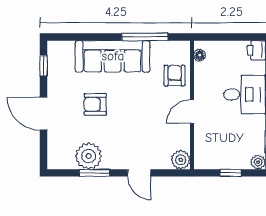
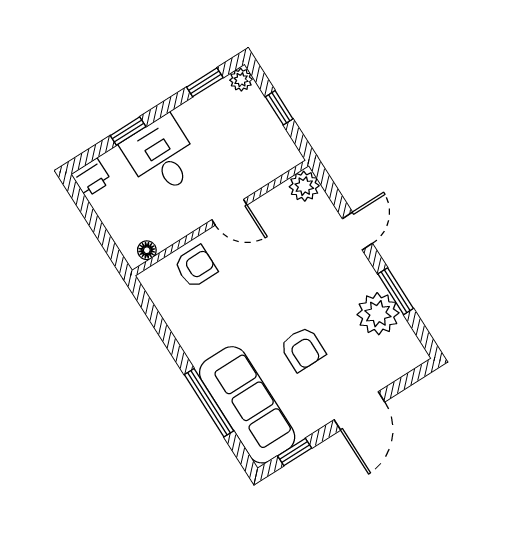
window: (145, 37) -> (209, 403), moved
sofa: (113, 56) -> (247, 405), moved
armchair: (175, 76) -> (196, 267), turned 180

